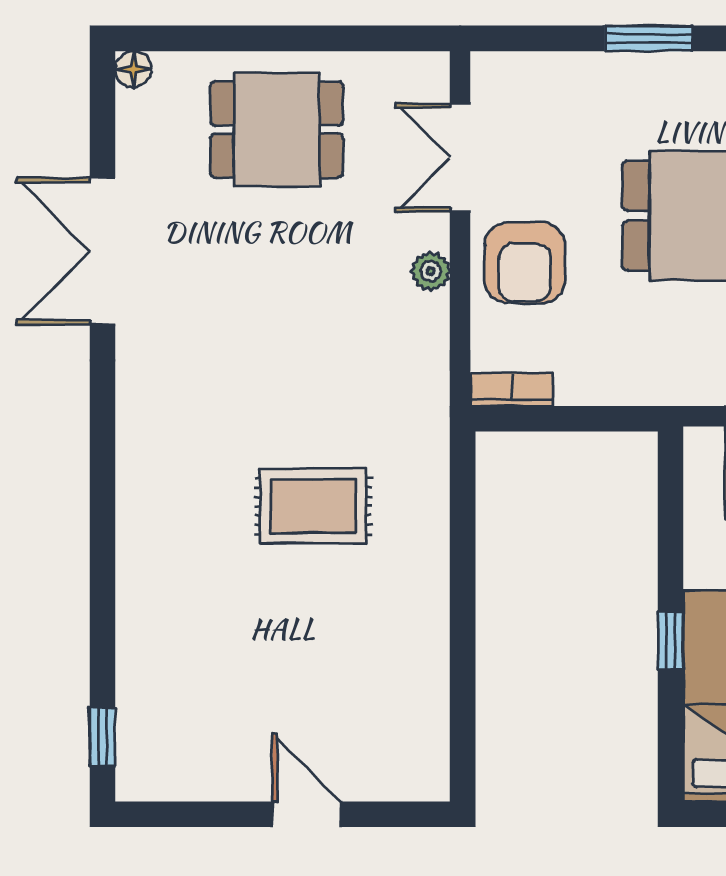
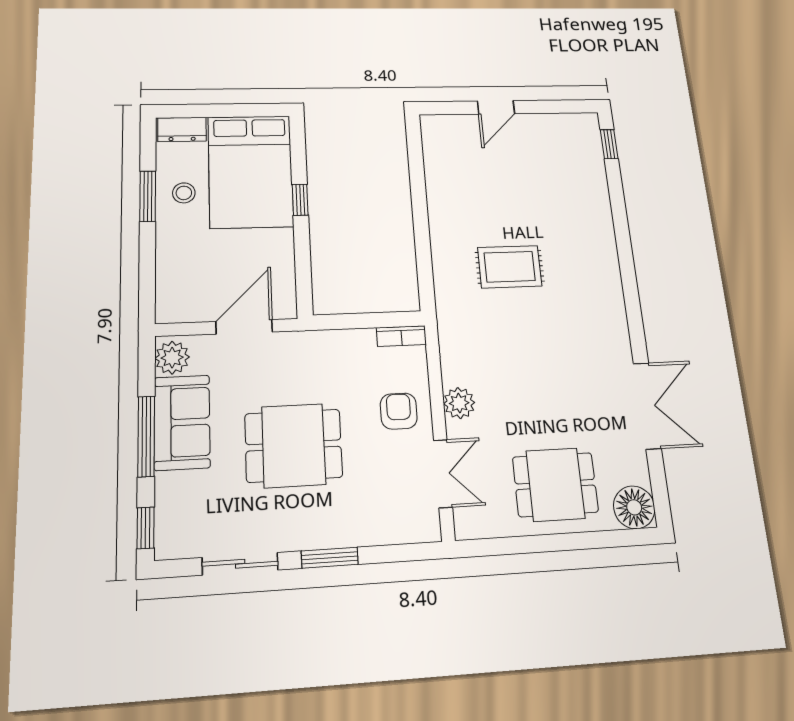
floor lamp: (133, 69) -> (634, 507), width x1.89, depth x1.89
armchair: (525, 263) -> (399, 411), width x0.72, depth x0.72
plant: (431, 271) -> (459, 403), width x1.38, depth x1.38
door: (306, 814) -> (496, 107), hinge flipped

